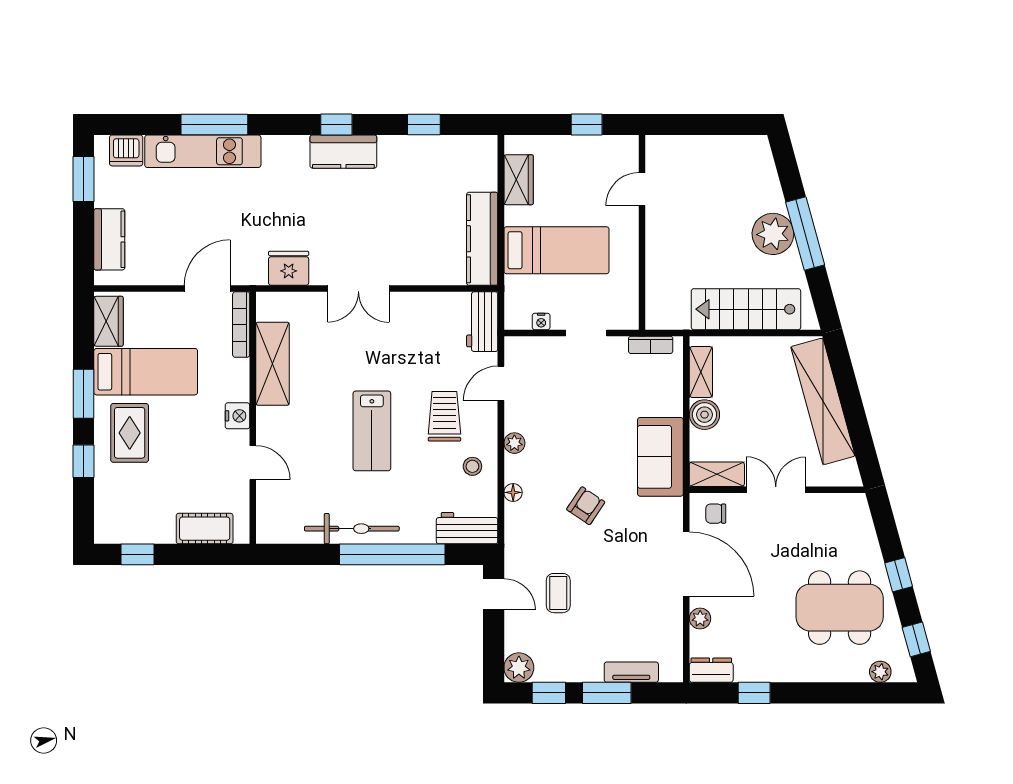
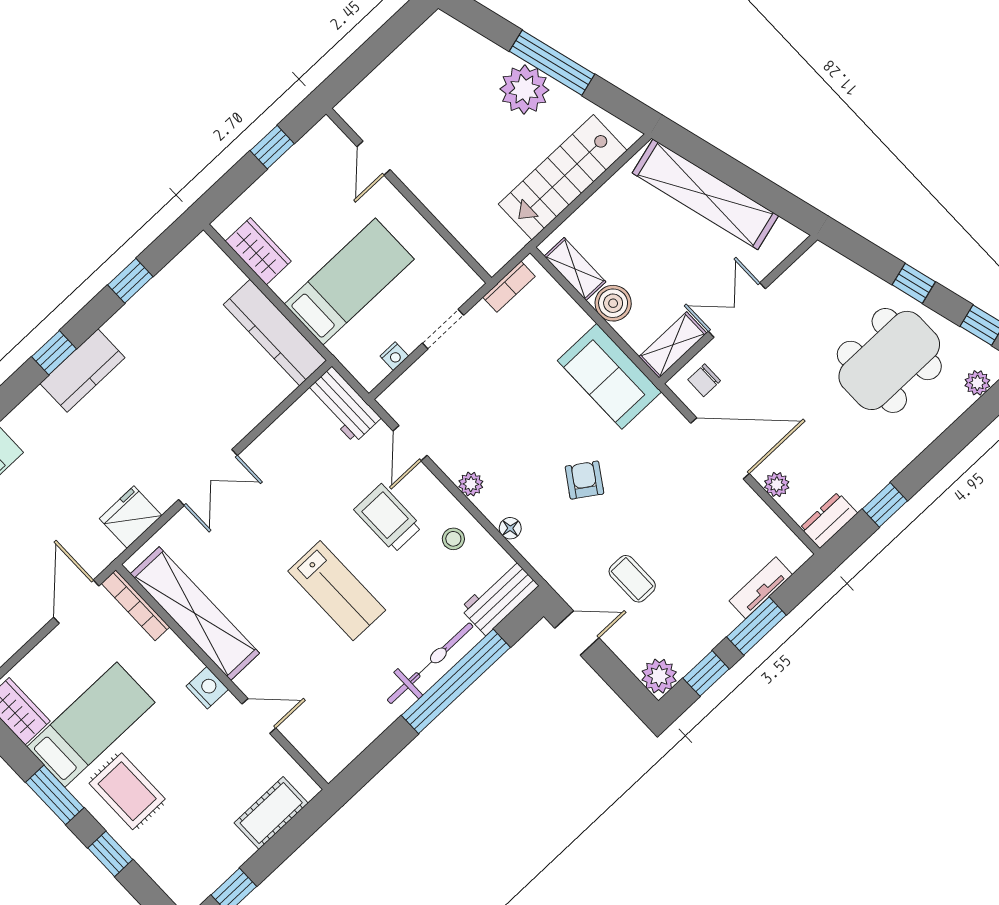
shelving: (273, 364) -> (195, 614), width x1.47
bicycle: (352, 529) -> (430, 663), moved

